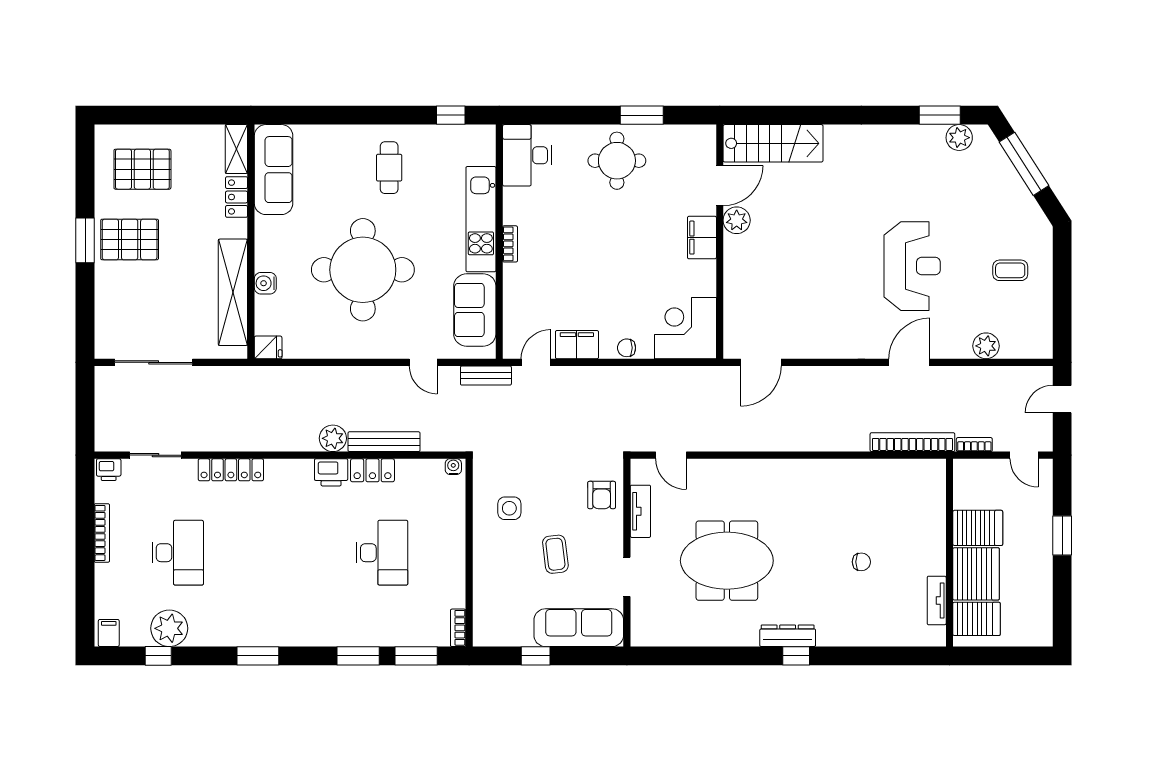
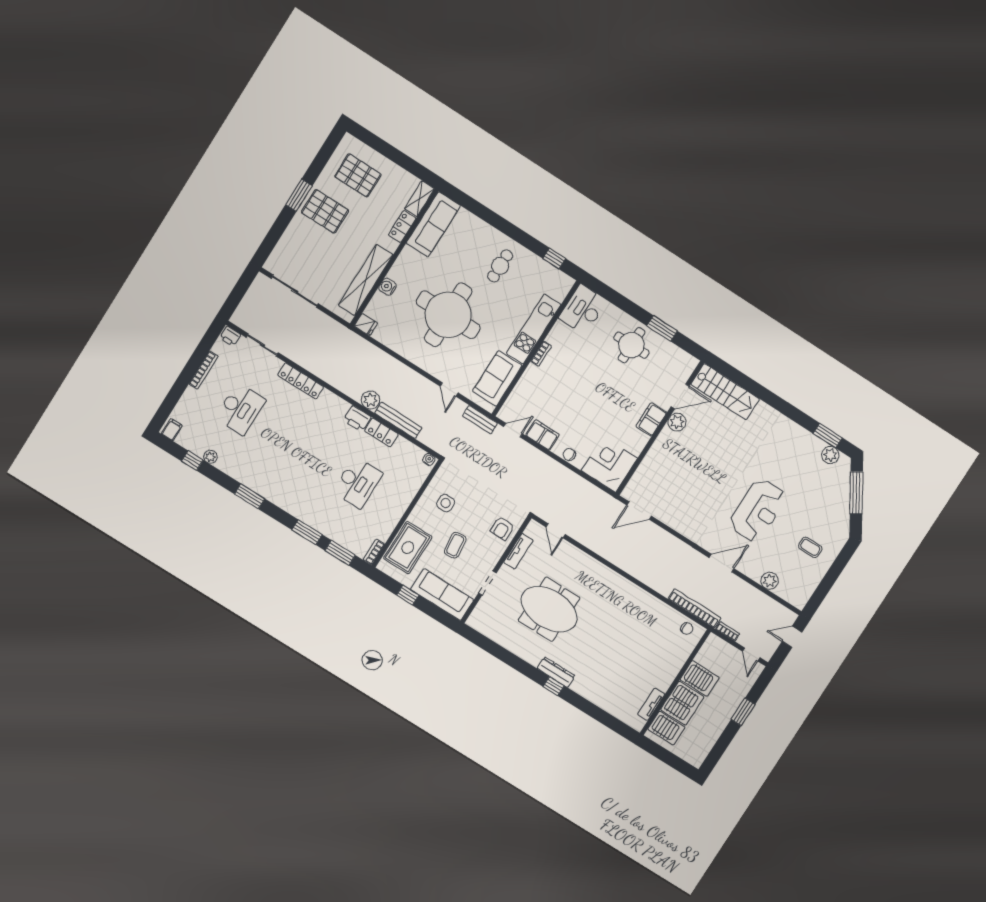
chair: (861, 562) -> (687, 628), moved
rug: (497, 595) -> (408, 548), added
plant: (169, 628) -> (210, 457), width x0.53, depth x0.53

